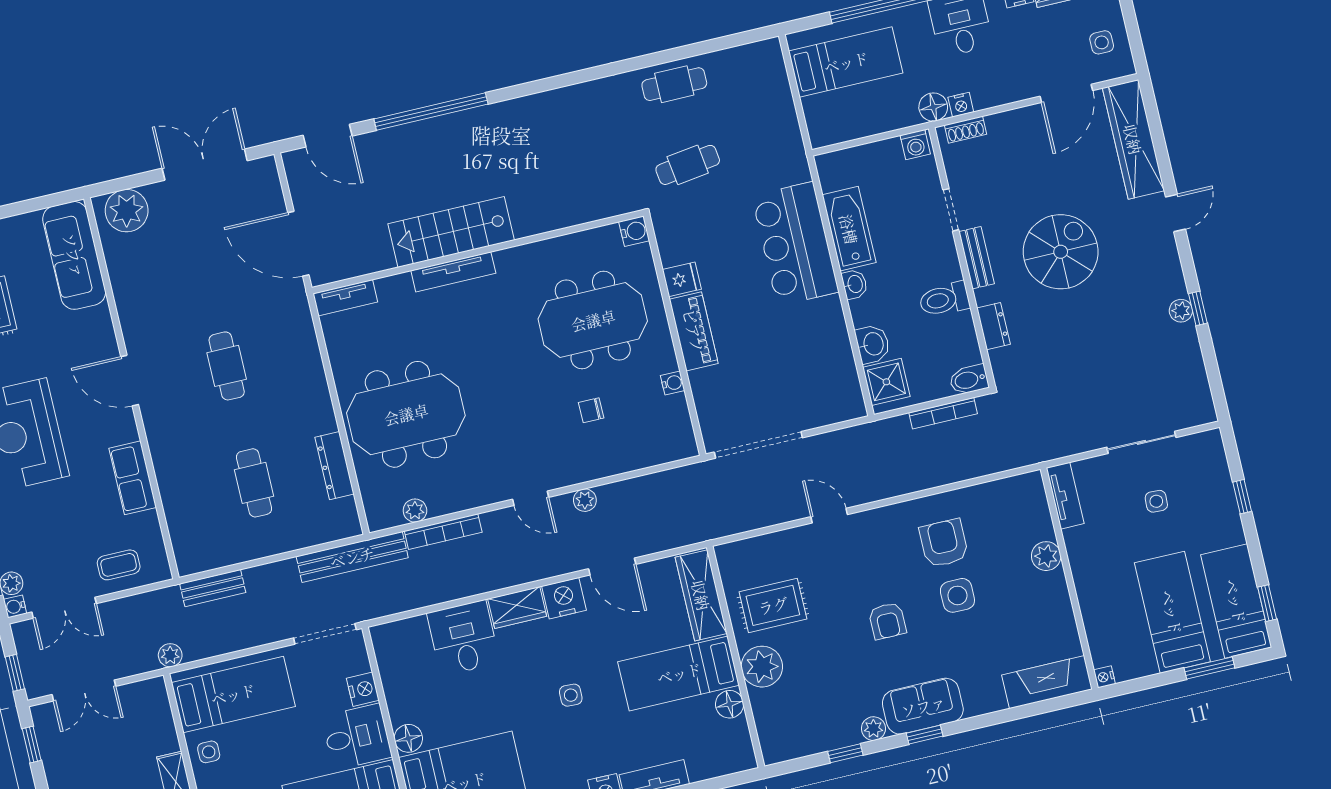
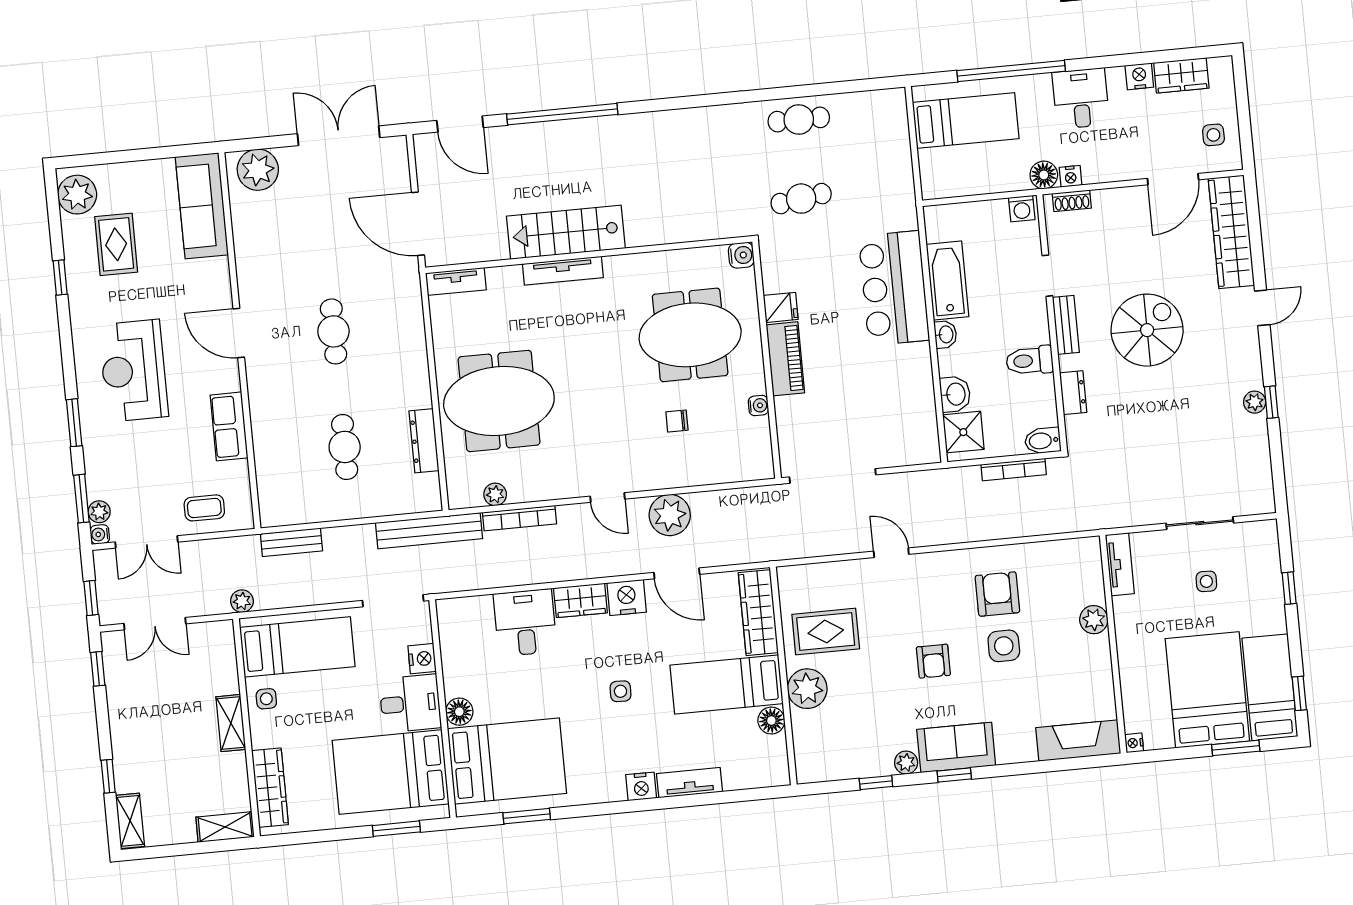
plant: (585, 500) -> (670, 515), width x1.87, depth x1.87
bed: (1172, 612) -> (1207, 690), width x1.50

